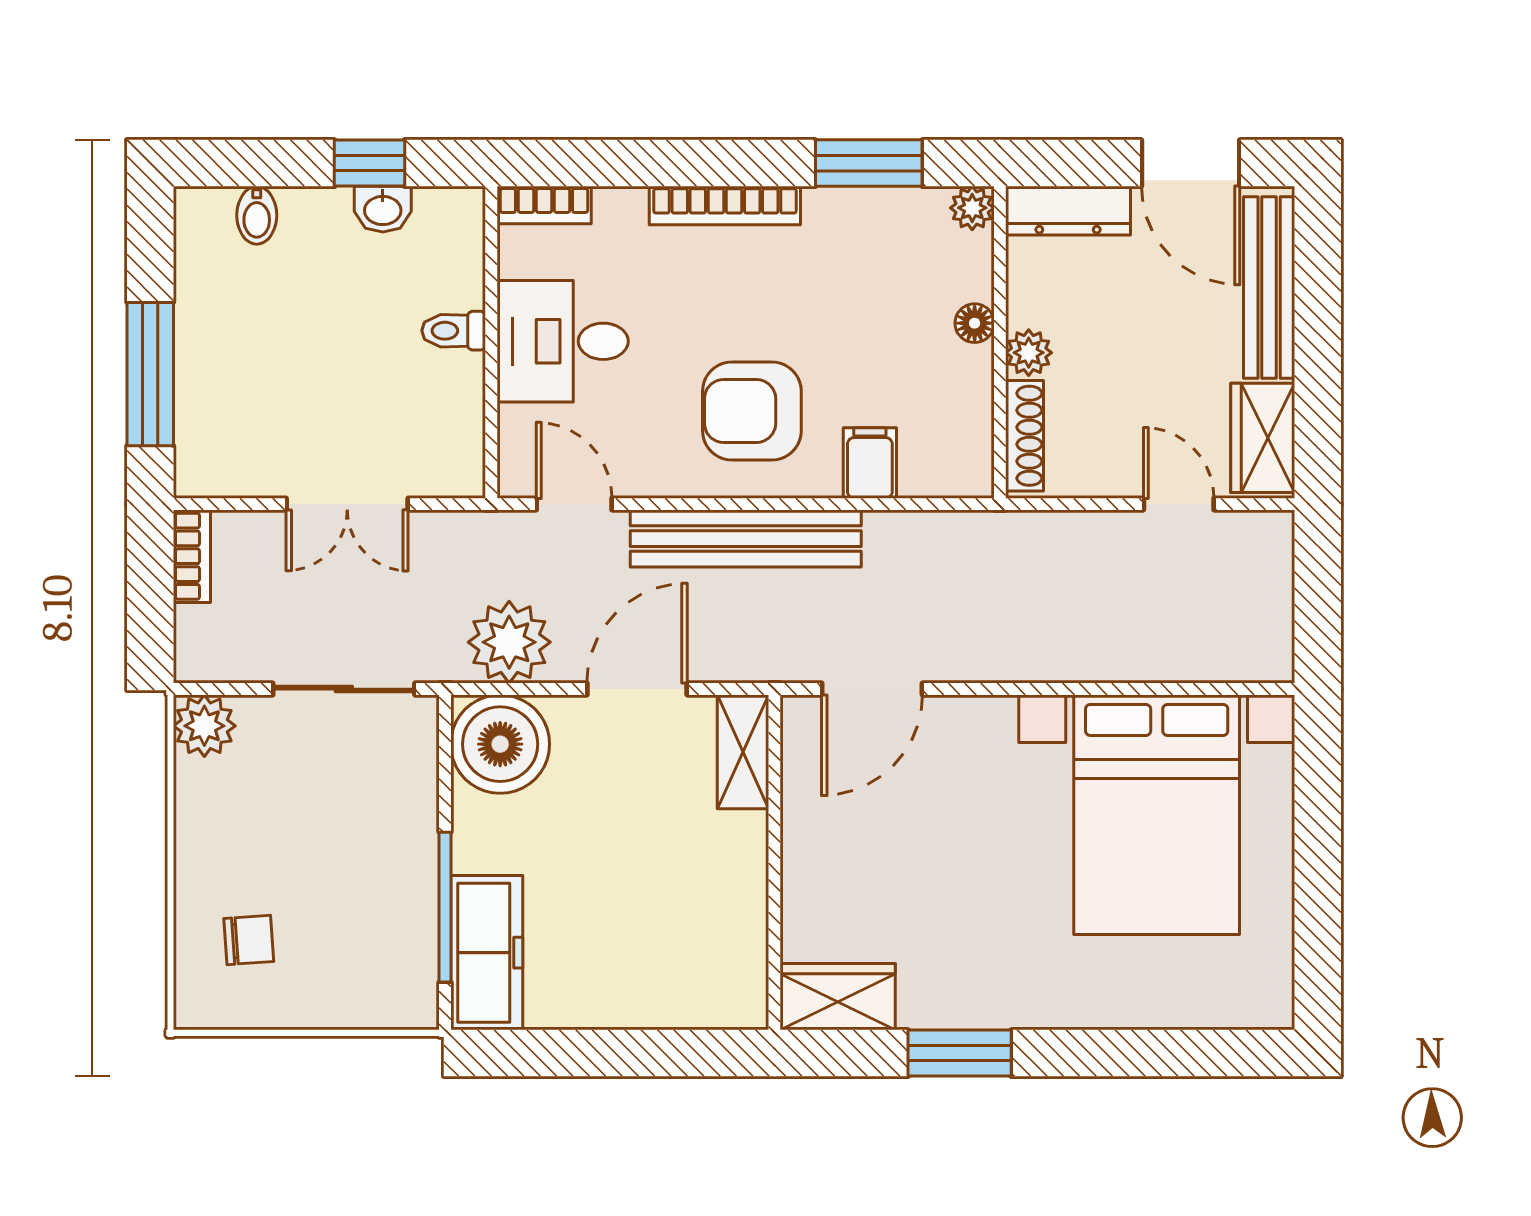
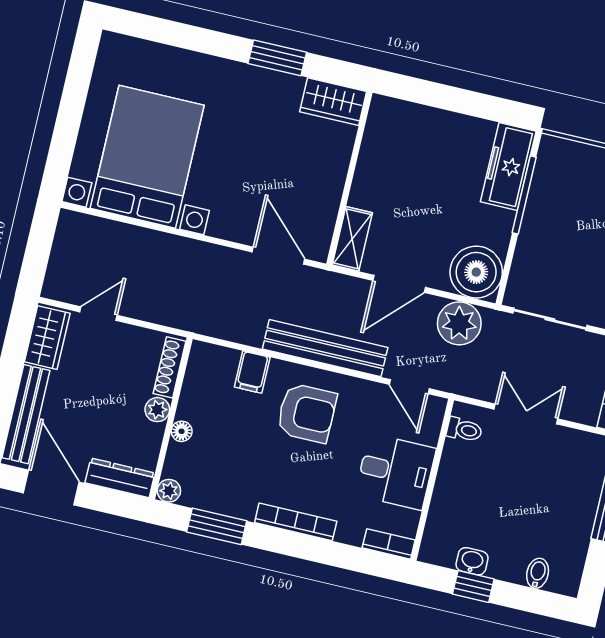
toilet: (454, 331) -> (464, 430), moved
door: (1179, 504) -> (98, 314), swing flipped
door: (872, 689) -> (278, 256), hinge flipped

